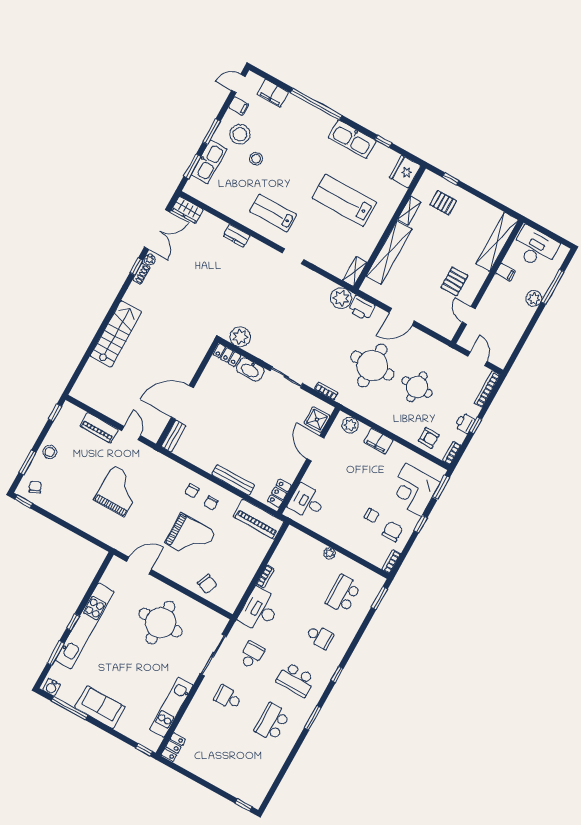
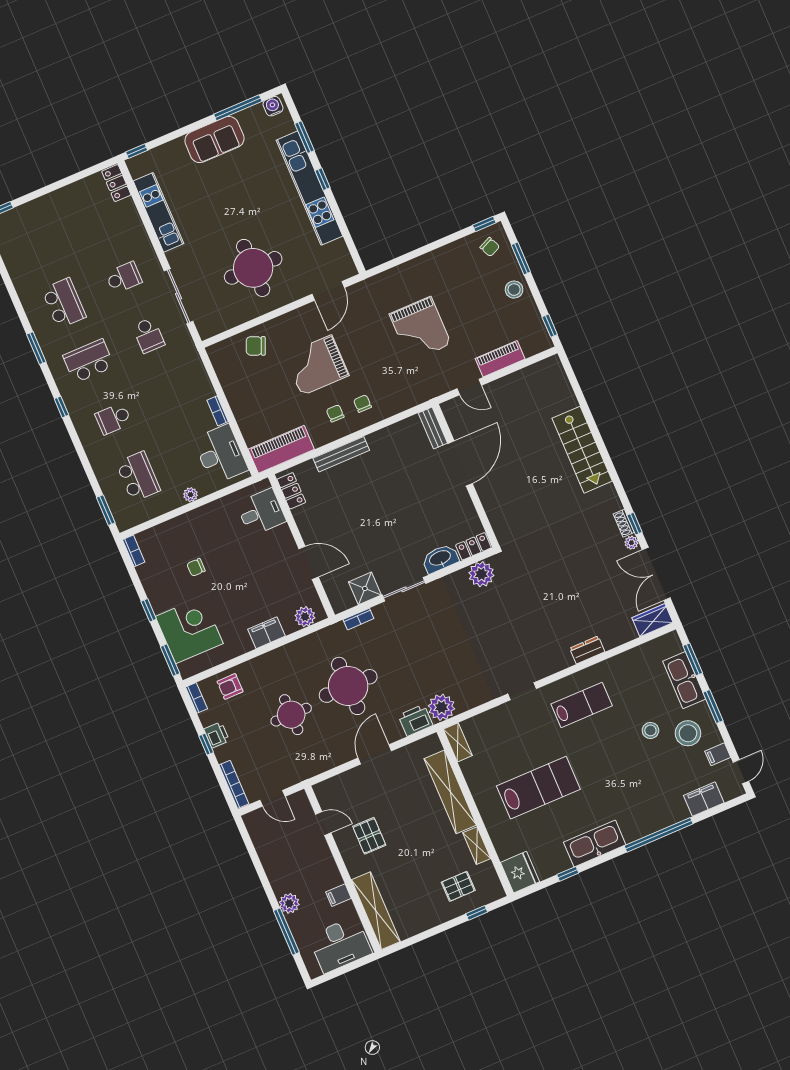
shower: (317, 420) -> (365, 588), moved
chair: (392, 532) -> (163, 576), removed
desk: (260, 610) -> (220, 454), moved

